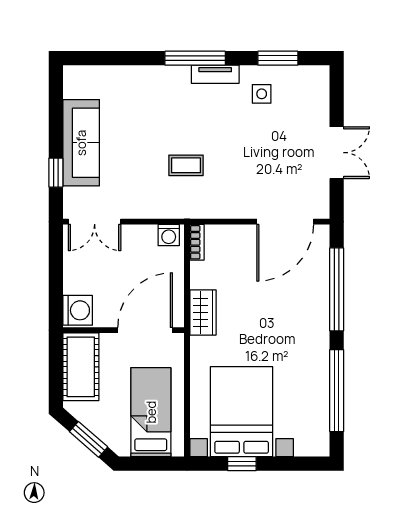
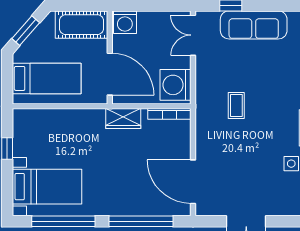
washing machine: (169, 235) -> (175, 85), width x1.89, depth x1.89
bookcase: (197, 242) -> (169, 114), width x1.56
bed with nightstands: (242, 412) -> (47, 187), moved, width x0.73

